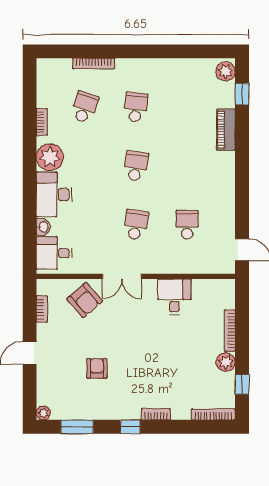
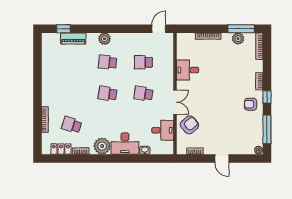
plant: (226, 71) -> (104, 39), moved
locker: (45, 90) -> (61, 149), added
school desk: (136, 107) -> (108, 62), moved
piano: (226, 129) -> (73, 38), moved
desk: (54, 253) -> (163, 130), moved, turned -90
plant: (226, 362) -> (238, 39), moved
armchair: (97, 368) -> (251, 104), moved
window: (242, 385) -> (241, 29), width x2.17
window: (77, 427) -> (267, 129), width x1.44

